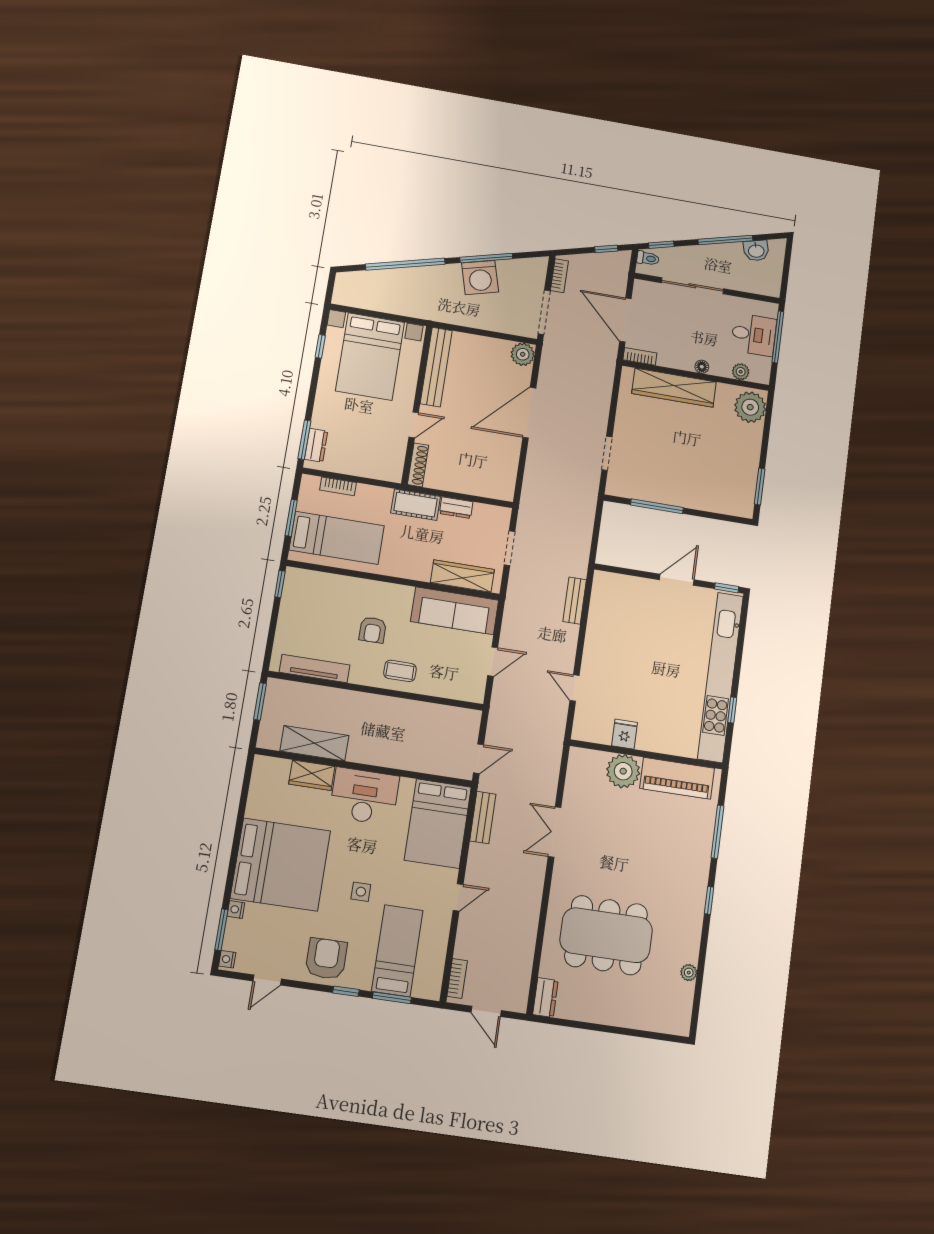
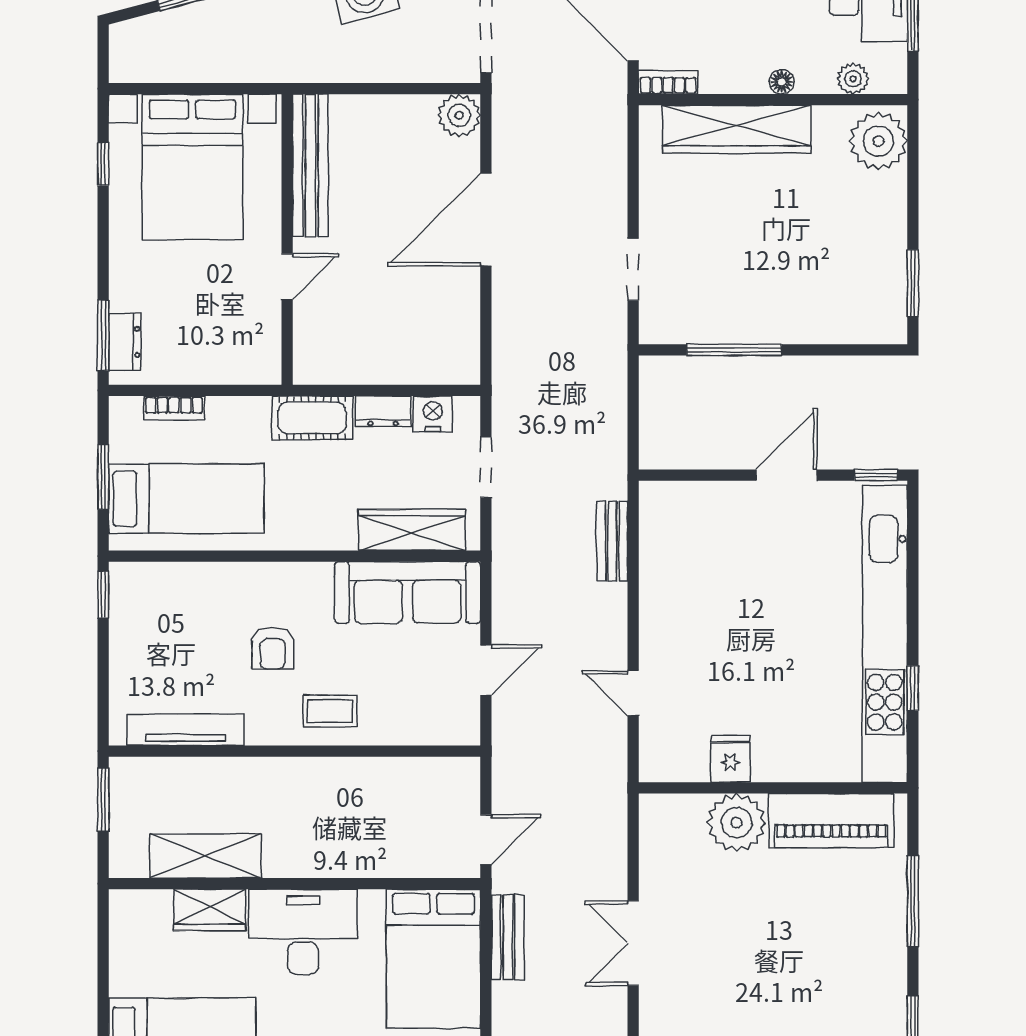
shoe rack: (418, 465) -> (306, 347), removed
nightstand: (484, 514) -> (433, 414), added

